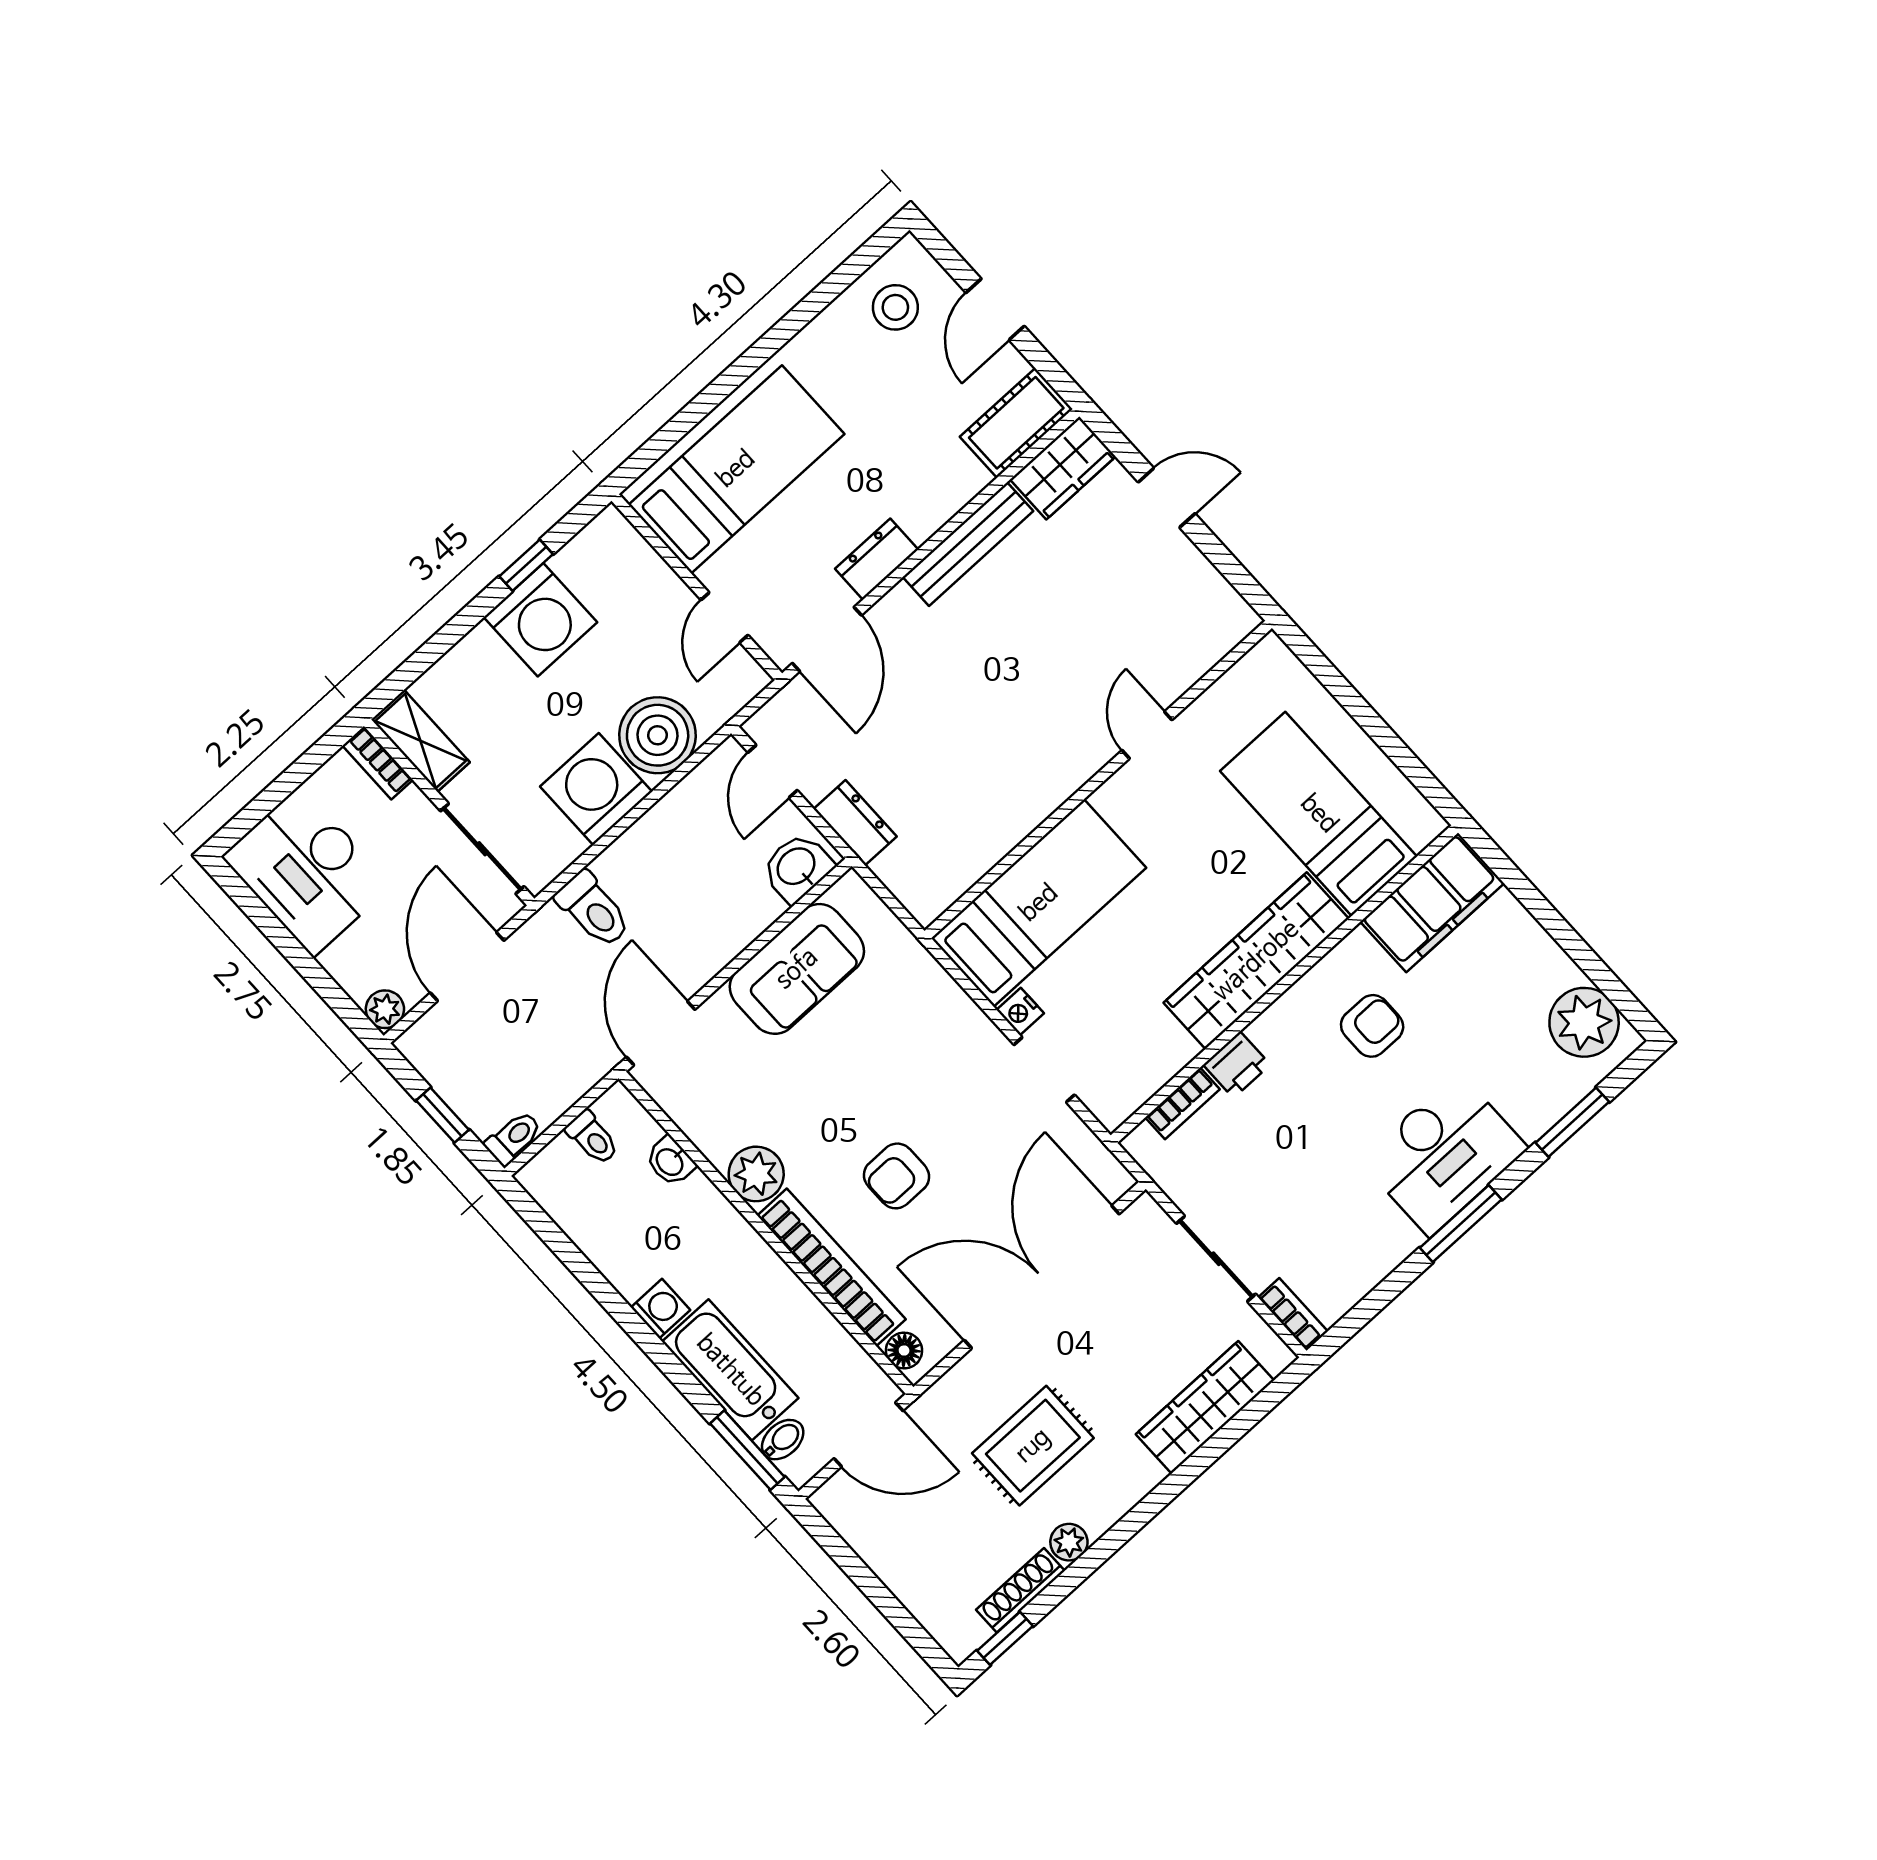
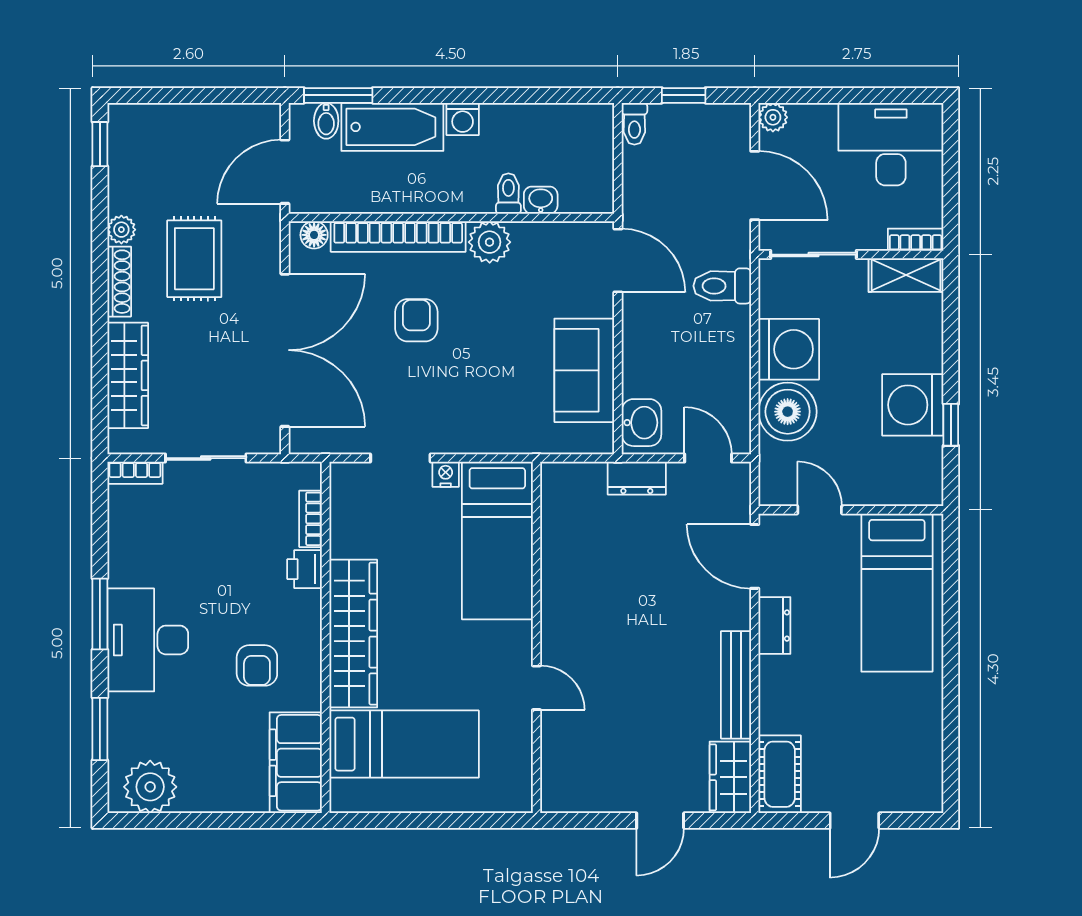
stool: (895, 307) -> (907, 765), removed
door: (995, 309) -> (854, 821), swing flipped
toilet: (592, 1138) -> (508, 194), moved, turned 90
shoe rack: (1020, 1590) -> (119, 282), moved

